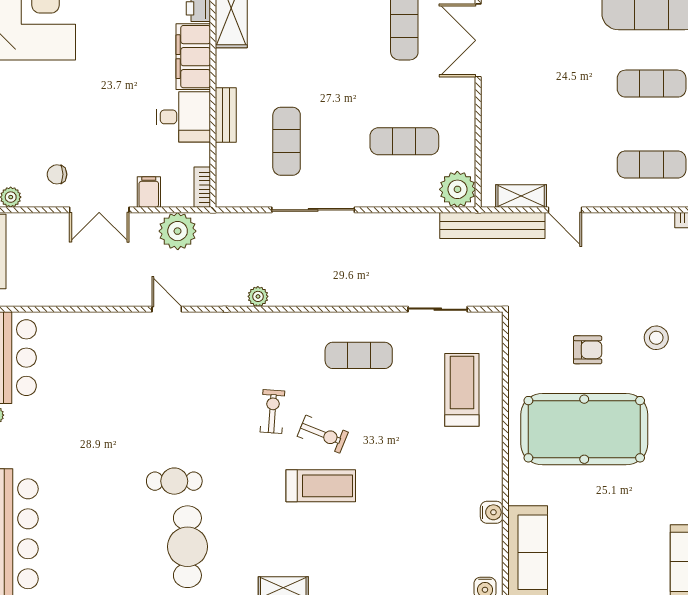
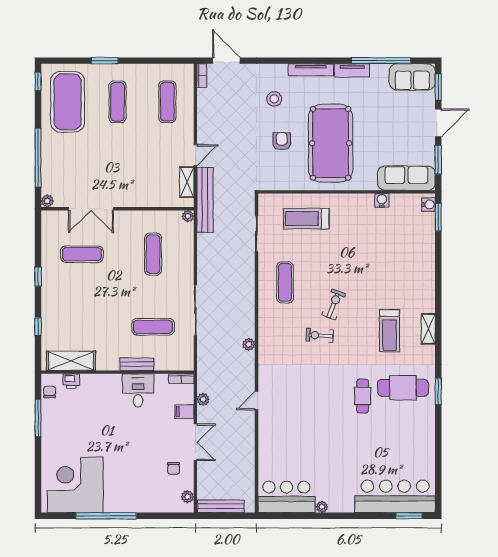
filing cabinet: (193, 57) -> (101, 384), removed
plant: (457, 189) -> (188, 216), width x0.53, depth x0.53
plant: (178, 231) -> (203, 399), width x0.53, depth x0.53
treadmill: (321, 486) -> (390, 331), moved, turned 180

